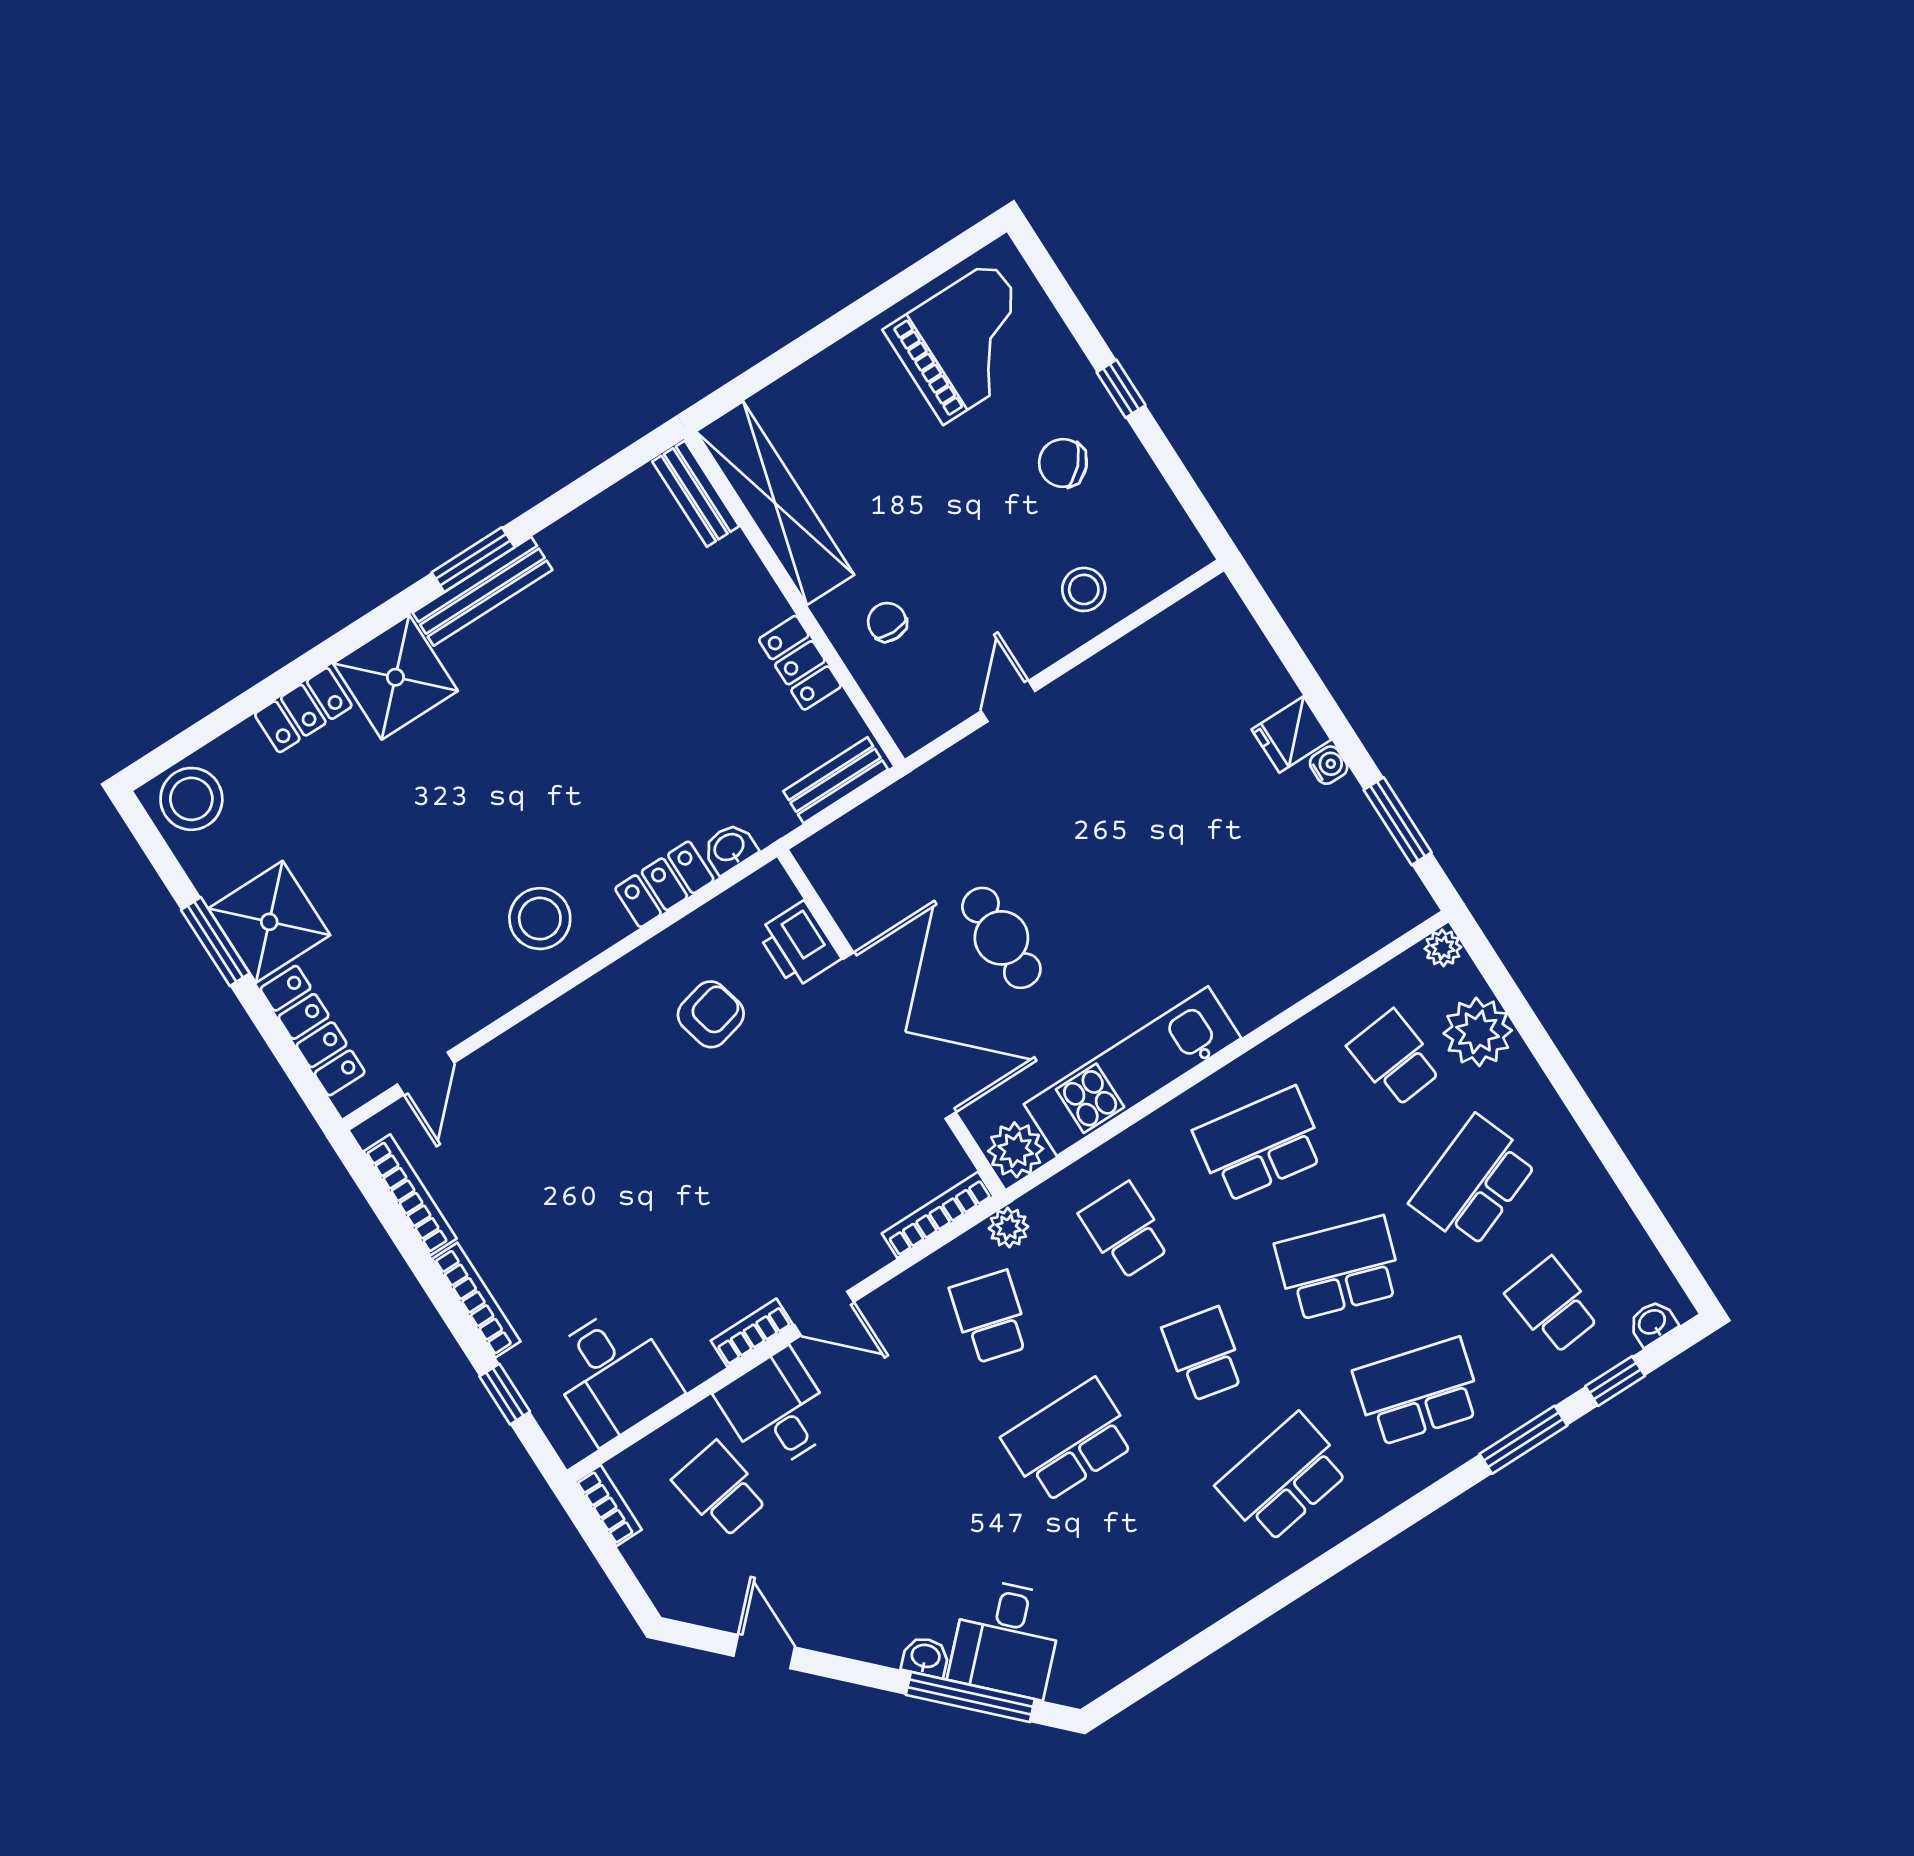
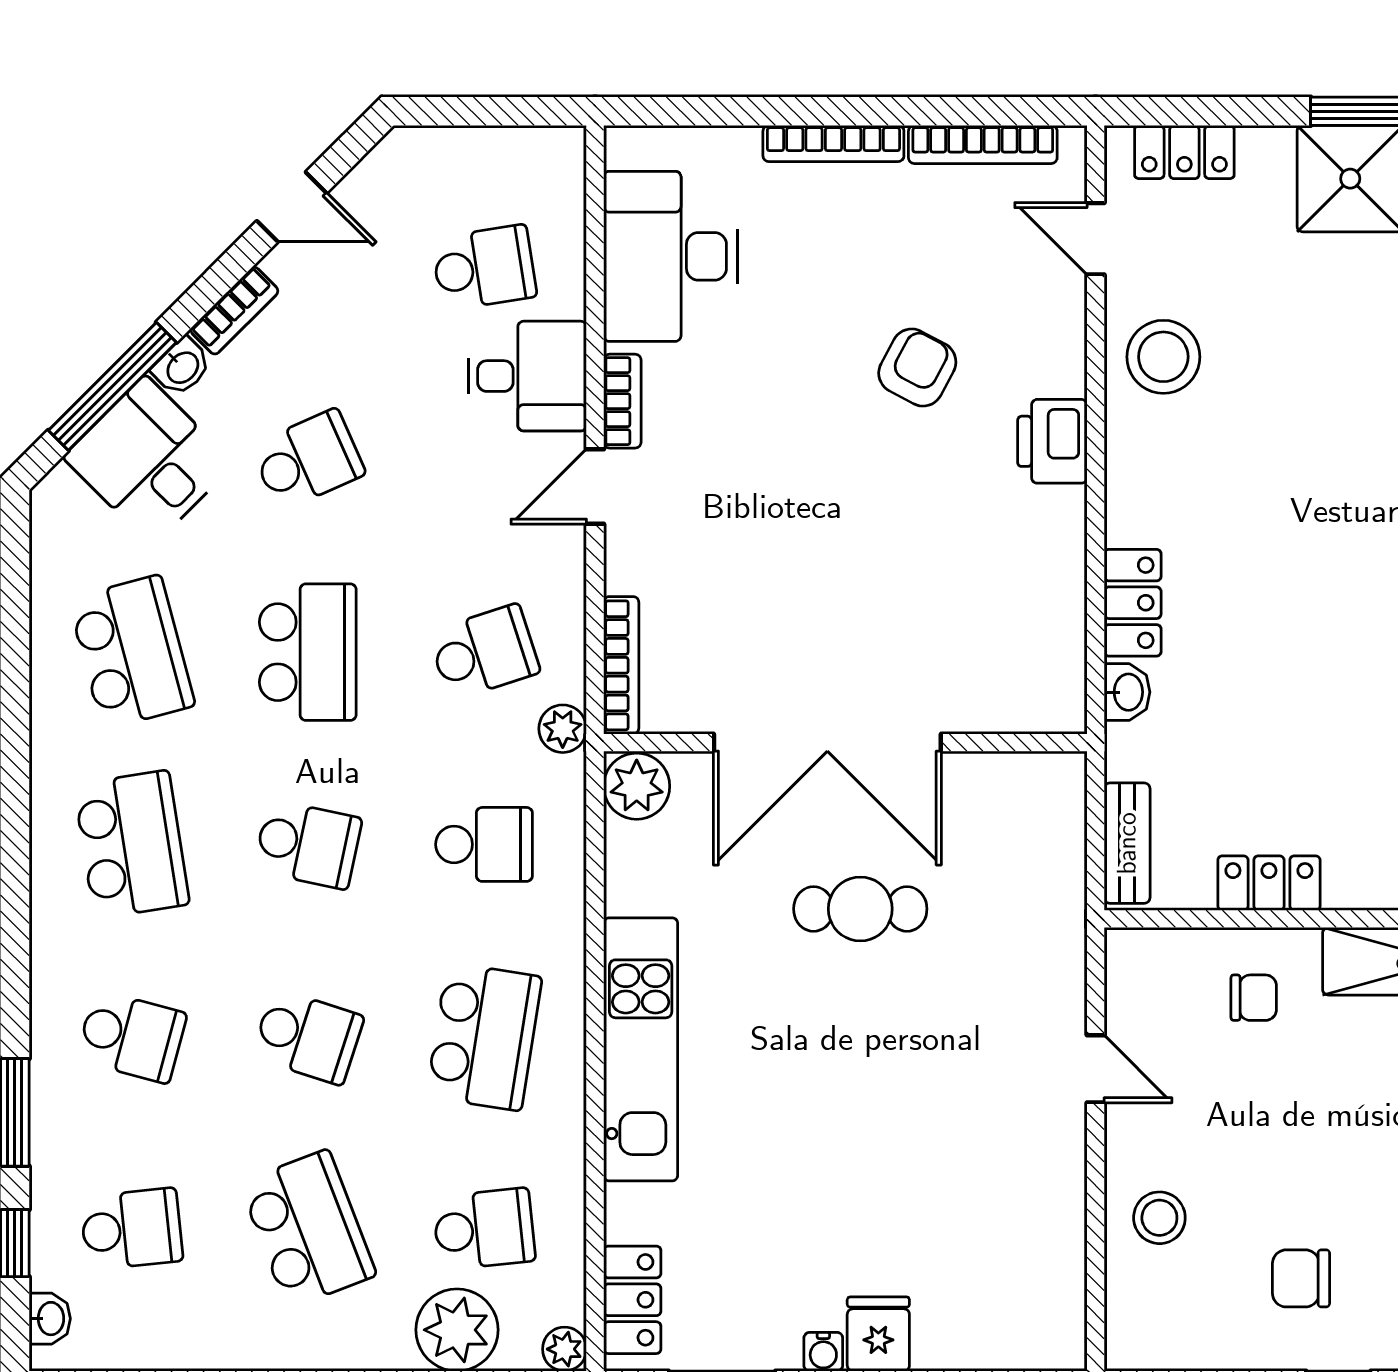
chair: (1063, 463) -> (1301, 1278), turned -134
stool: (540, 919) -> (1163, 357), moved
locker: (1378, 922) -> (632, 1300), added
printer: (799, 945) -> (1052, 441), moved, turned -90
armchair: (711, 1014) -> (917, 367), moved, turned -138
locker: (313, 1031) -> (1184, 152), width x0.66
kitchen unit: (1133, 1071) -> (641, 1049), moved
school desk: (1339, 1268) -> (308, 1037), width x0.54
school desk: (990, 1317) -> (484, 652), turned -33
desk: (613, 1374) -> (670, 256), width x1.37
school desk: (1418, 1392) -> (132, 1037), width x0.54
window: (505, 1394) -> (720, 111), removed
bookcase: (608, 1506) -> (234, 311), moved, turned -45
school desk: (934, 1527) -> (308, 460), added
school desk: (1148, 1564) -> (132, 652), added

